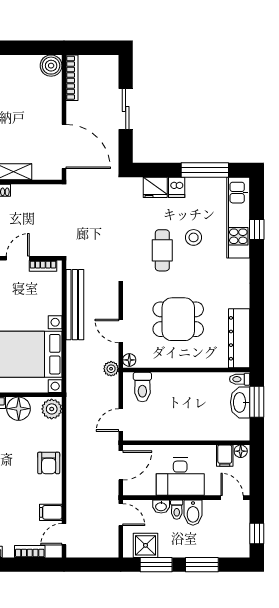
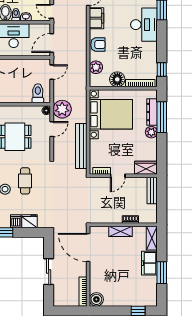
door: (121, 331) -> (52, 129), hinge flipped
plant: (111, 369) -> (62, 109), width x1.87, depth x1.87
plant: (52, 409) -> (96, 67), moved
armchair: (49, 463) -> (98, 45), turned 90
filing cabinet: (51, 512) -> (97, 18), width x2.00

